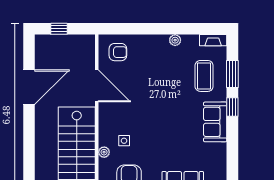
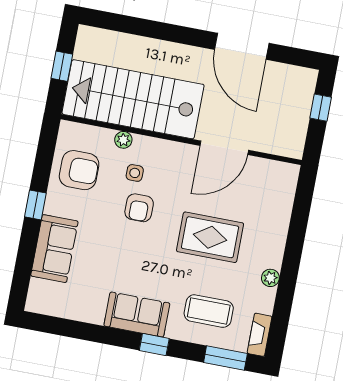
armchair: (118, 52) -> (139, 208), moved
window: (232, 74) -> (225, 358), moved
rug: (156, 84) -> (210, 237), added

